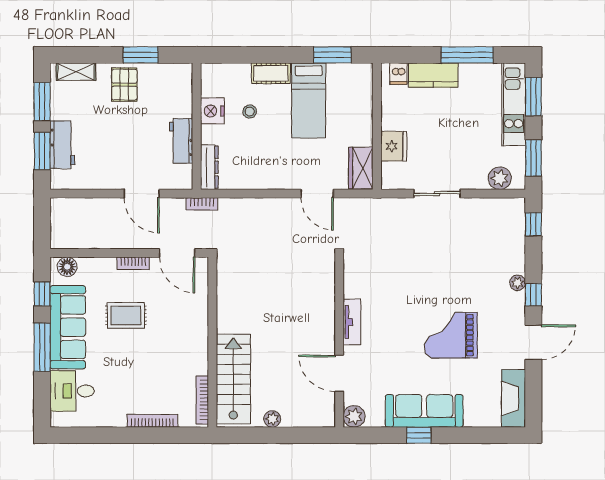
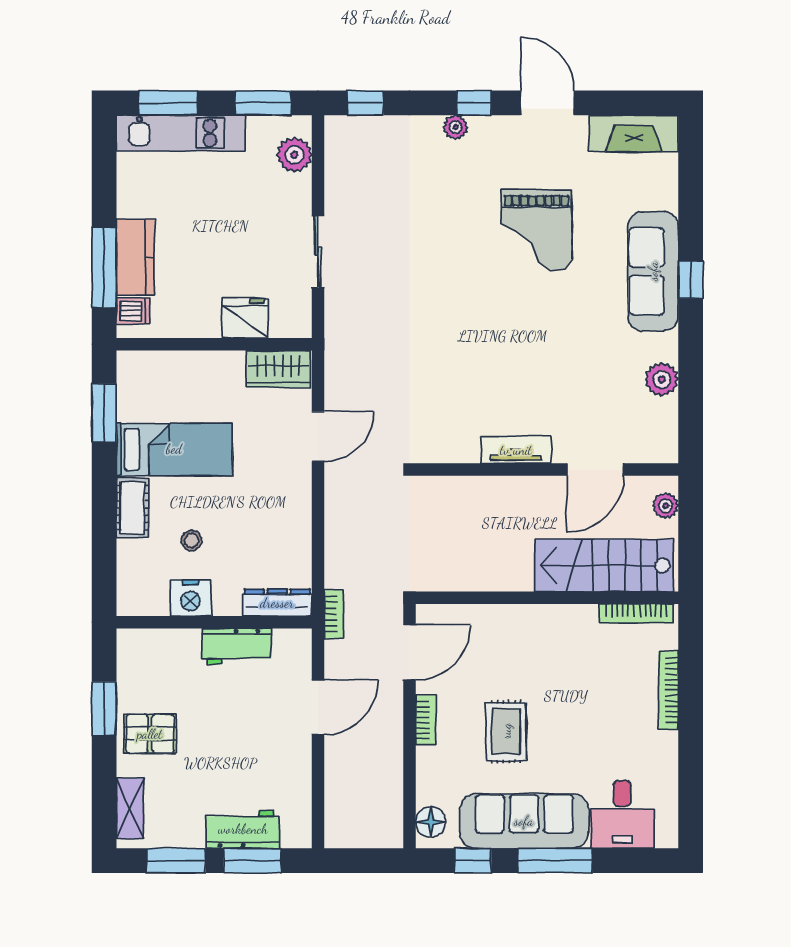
window: (467, 55) -> (104, 267), moved
tv unit: (352, 322) -> (516, 450), moved
wall: (339, 342) -> (547, 470), moved
door: (339, 373) -> (595, 470), moved

